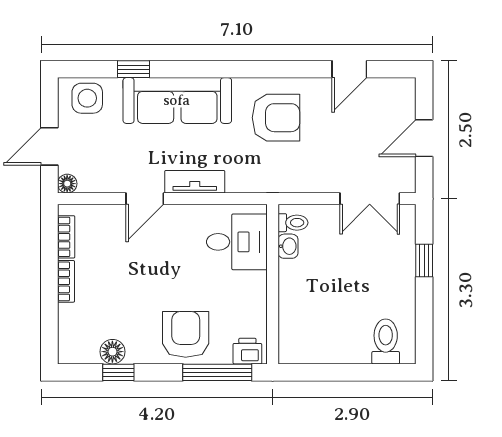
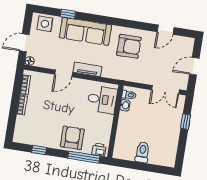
toilet: (386, 341) -> (142, 152), moved
floor lamp: (112, 352) -> (38, 140), removed

